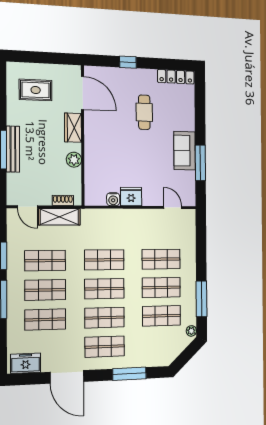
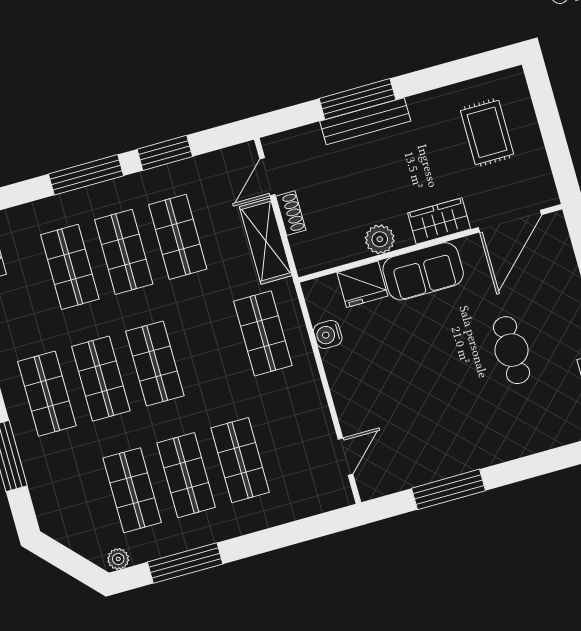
cafe table: (144, 112) -> (512, 350), turned 90
sofa: (185, 151) -> (423, 271), moved, turned 180
fridge: (131, 197) -> (362, 284), moved, turned 90
shoe rack: (63, 200) -> (291, 213), moved
shop shelf: (104, 260) -> (263, 333), moved

